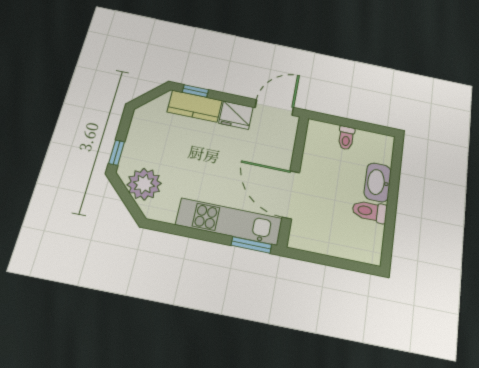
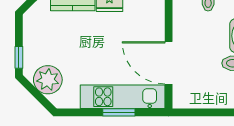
window: (251, 245) -> (119, 112), moved

